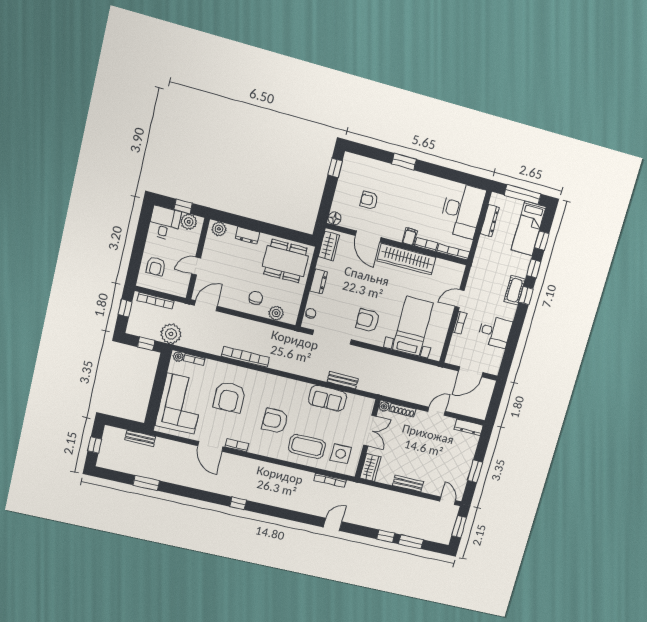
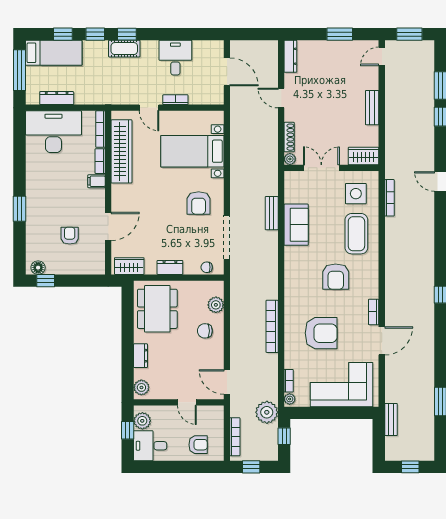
armchair: (369, 200) -> (70, 236), turned 180
floor lamp: (335, 218) -> (38, 268), moved
wardrobe: (407, 259) -> (121, 151), moved

